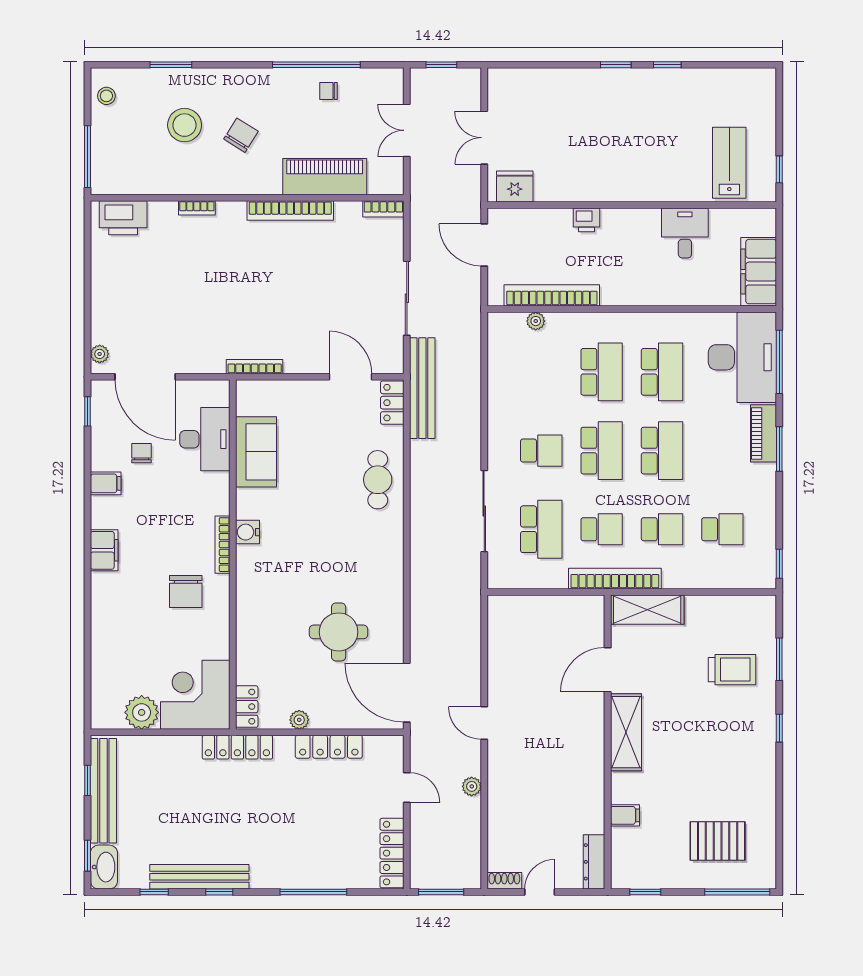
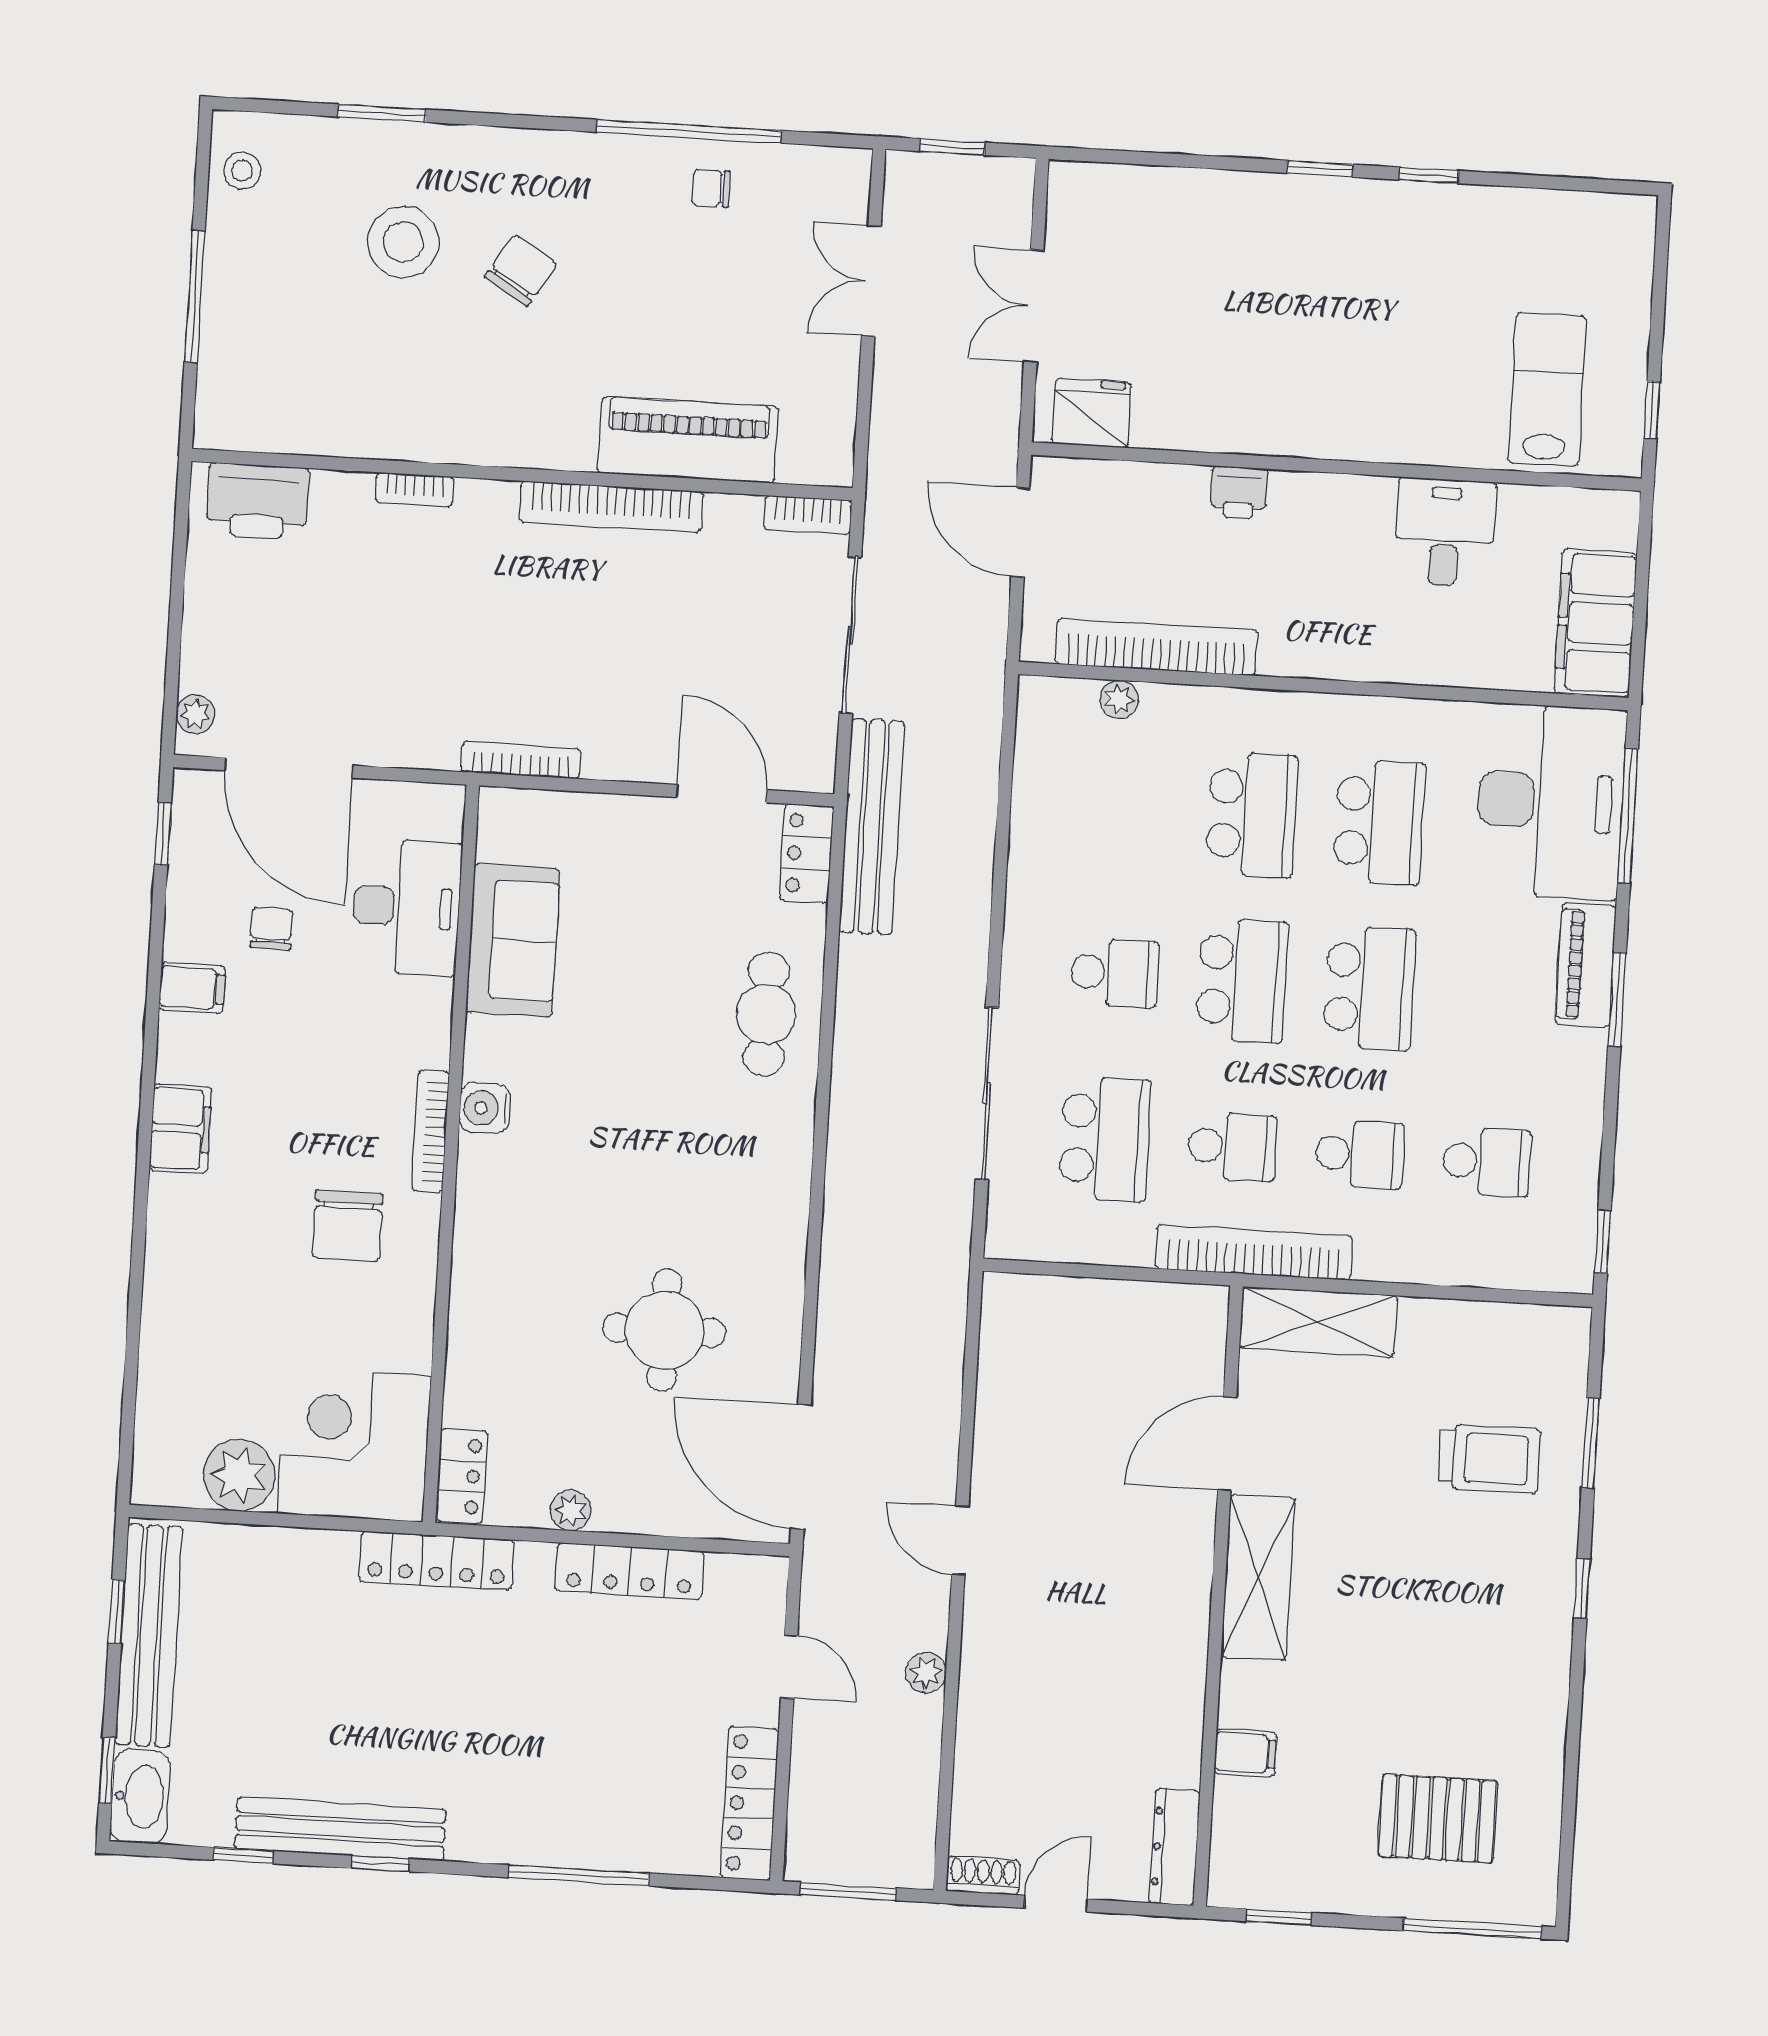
piano: (325, 177) -> (688, 440), moved
wall: (247, 198) -> (522, 475), moved
bookcase: (197, 208) -> (415, 490), moved
bookcase: (383, 209) -> (808, 515), moved
bookcase: (290, 210) -> (611, 507), moved
printer: (123, 218) -> (258, 501), moved

